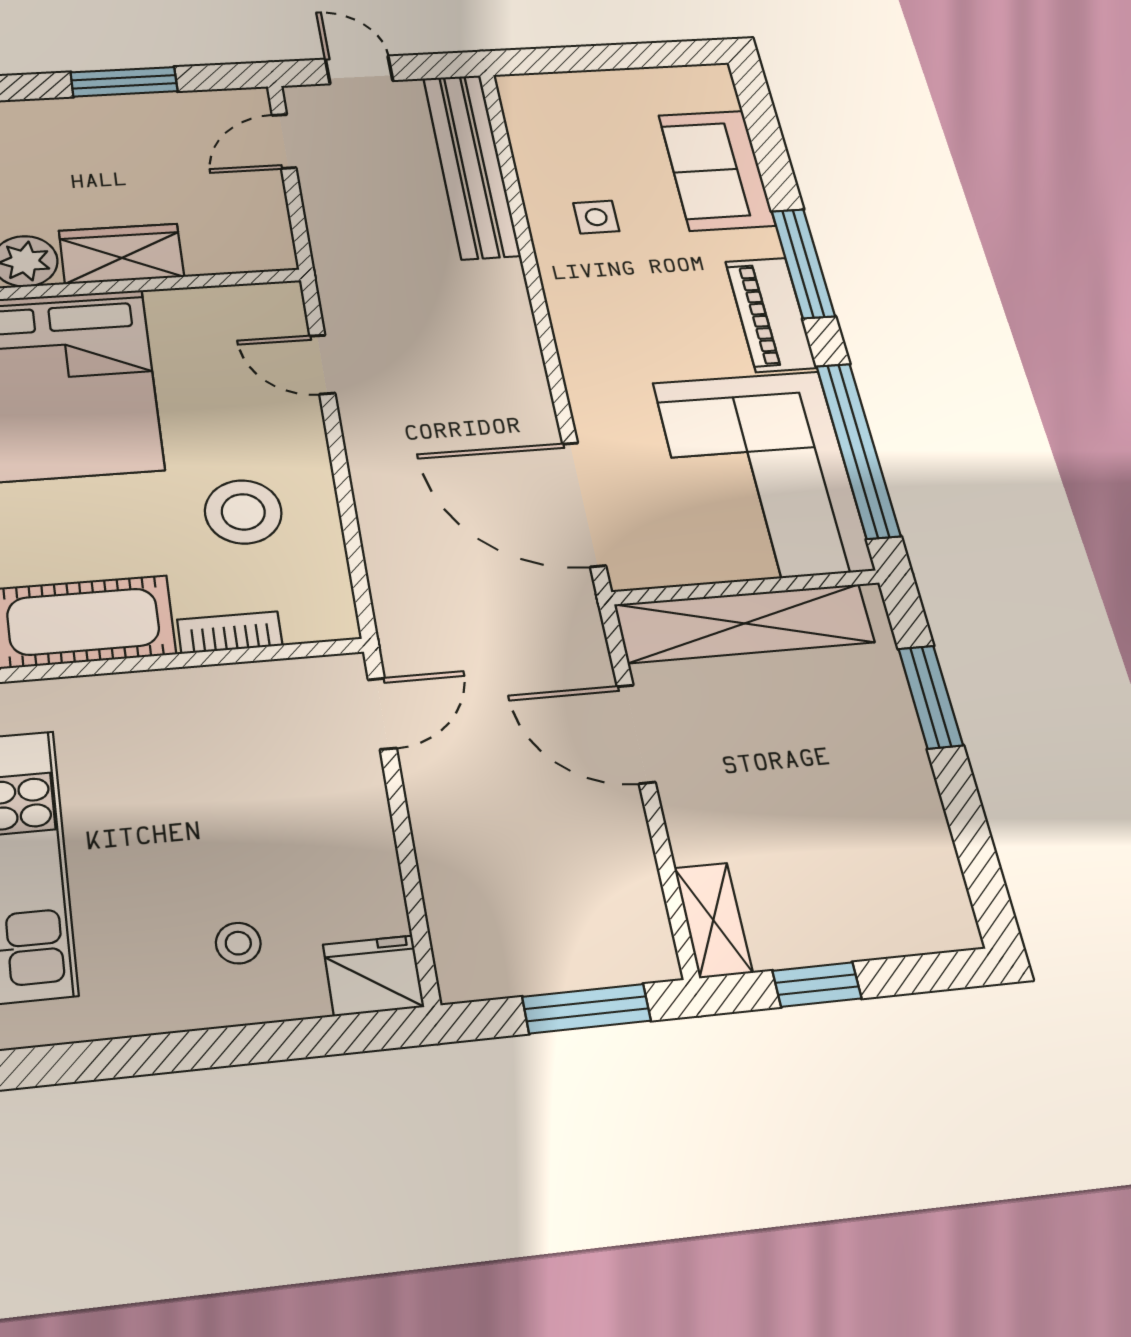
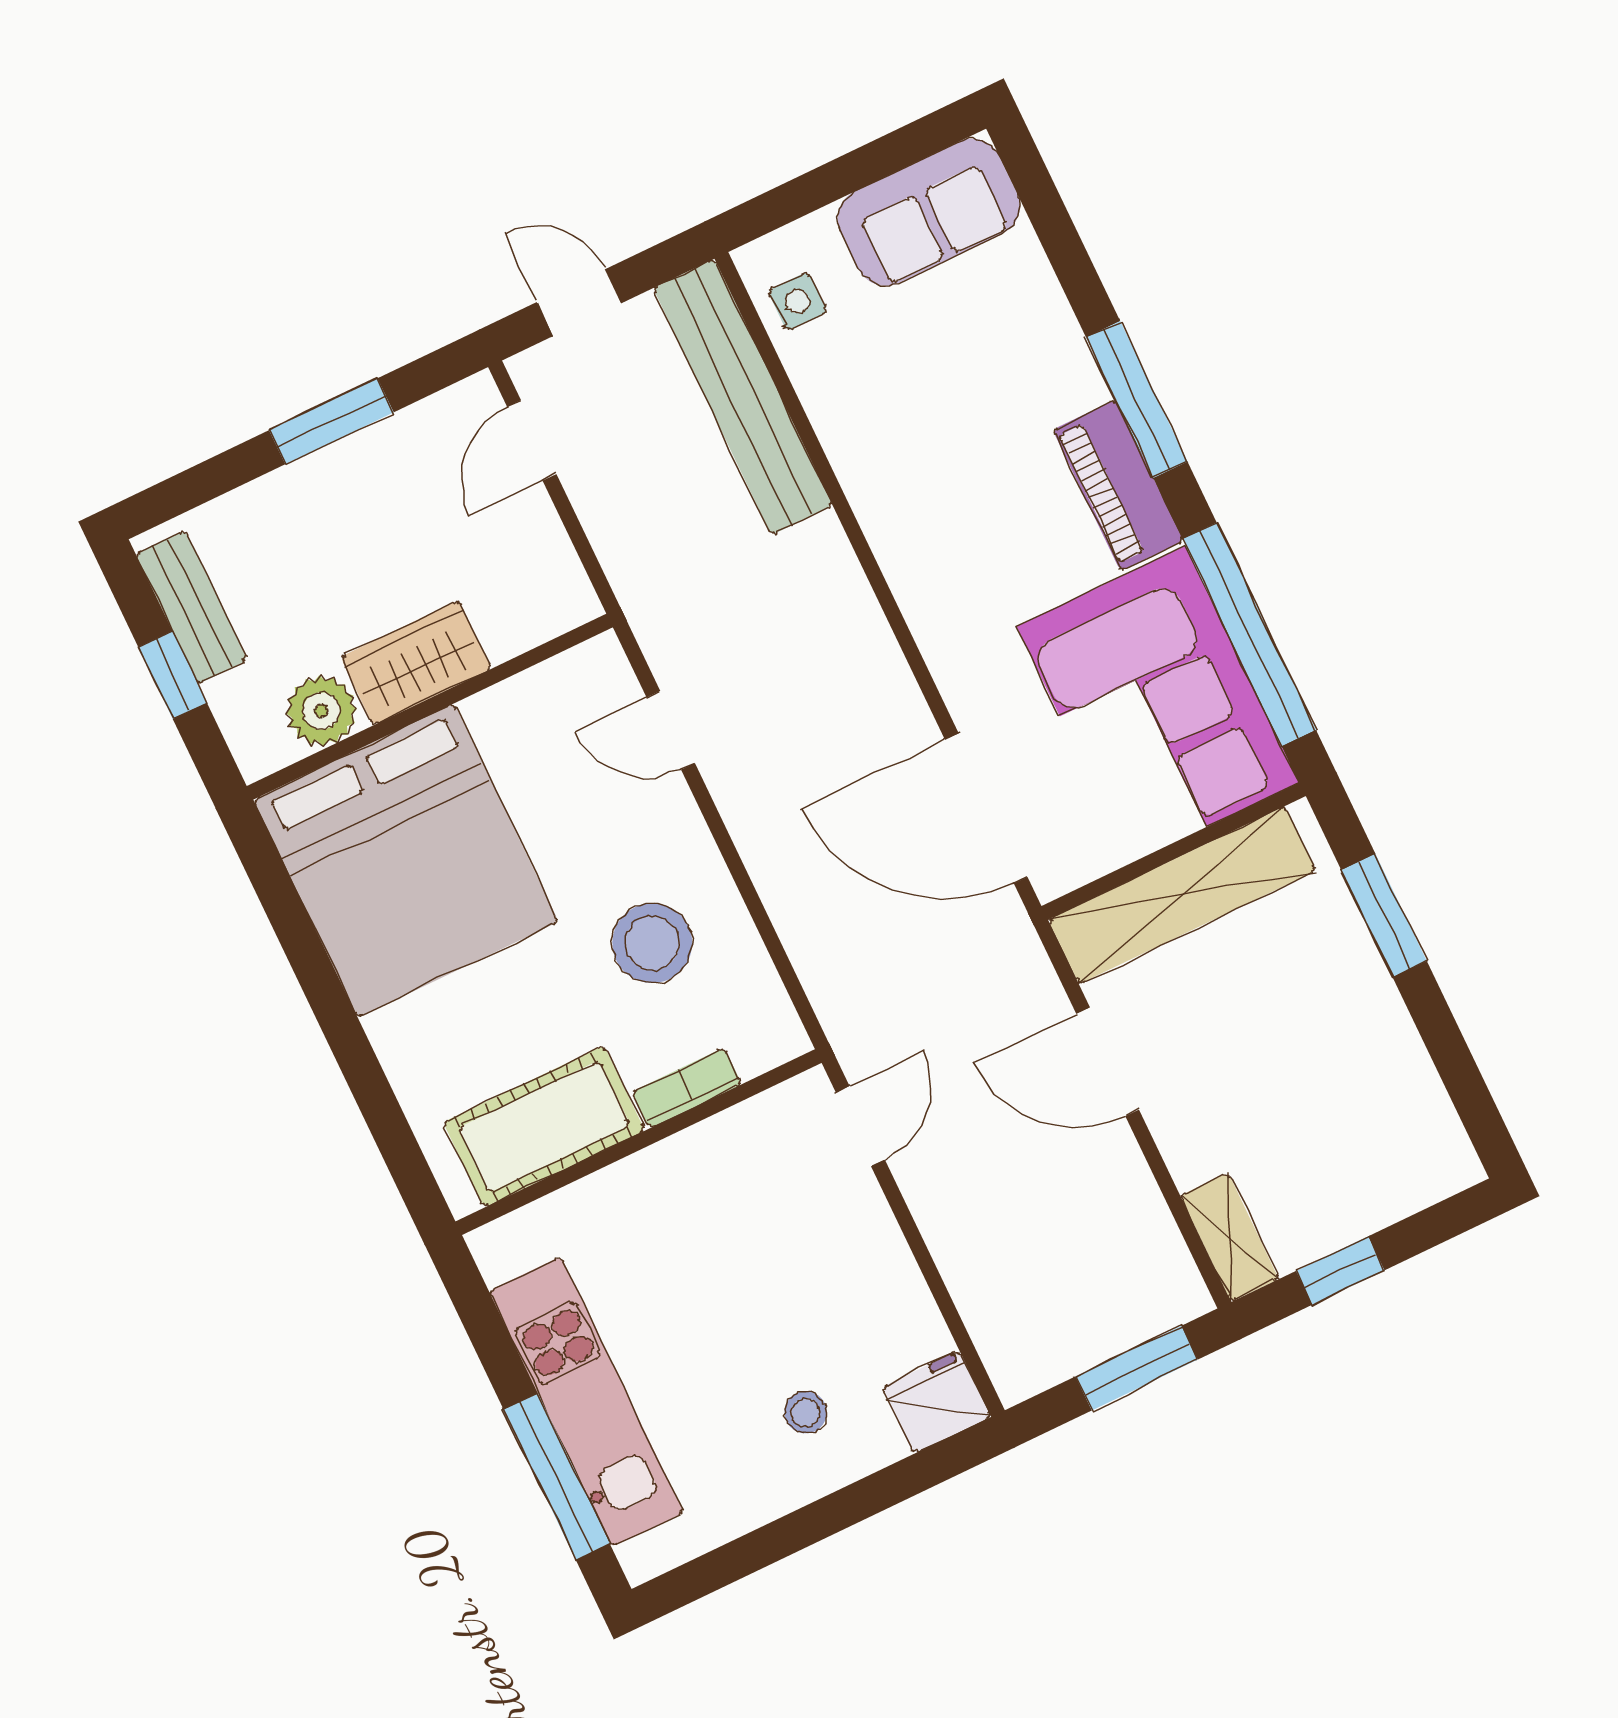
sofa: (717, 170) -> (929, 212), moved, turned -90
side table: (596, 217) -> (797, 301), moved

